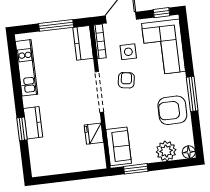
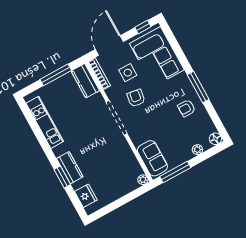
armchair: (172, 110) -> (187, 108), width x0.53, depth x0.53
fridge: (94, 134) -> (86, 196), moved, turned 180
plant: (166, 151) -> (197, 150), width x0.53, depth x0.53
plant: (101, 164) -> (143, 180), added
window: (136, 169) -> (175, 172), width x1.44

